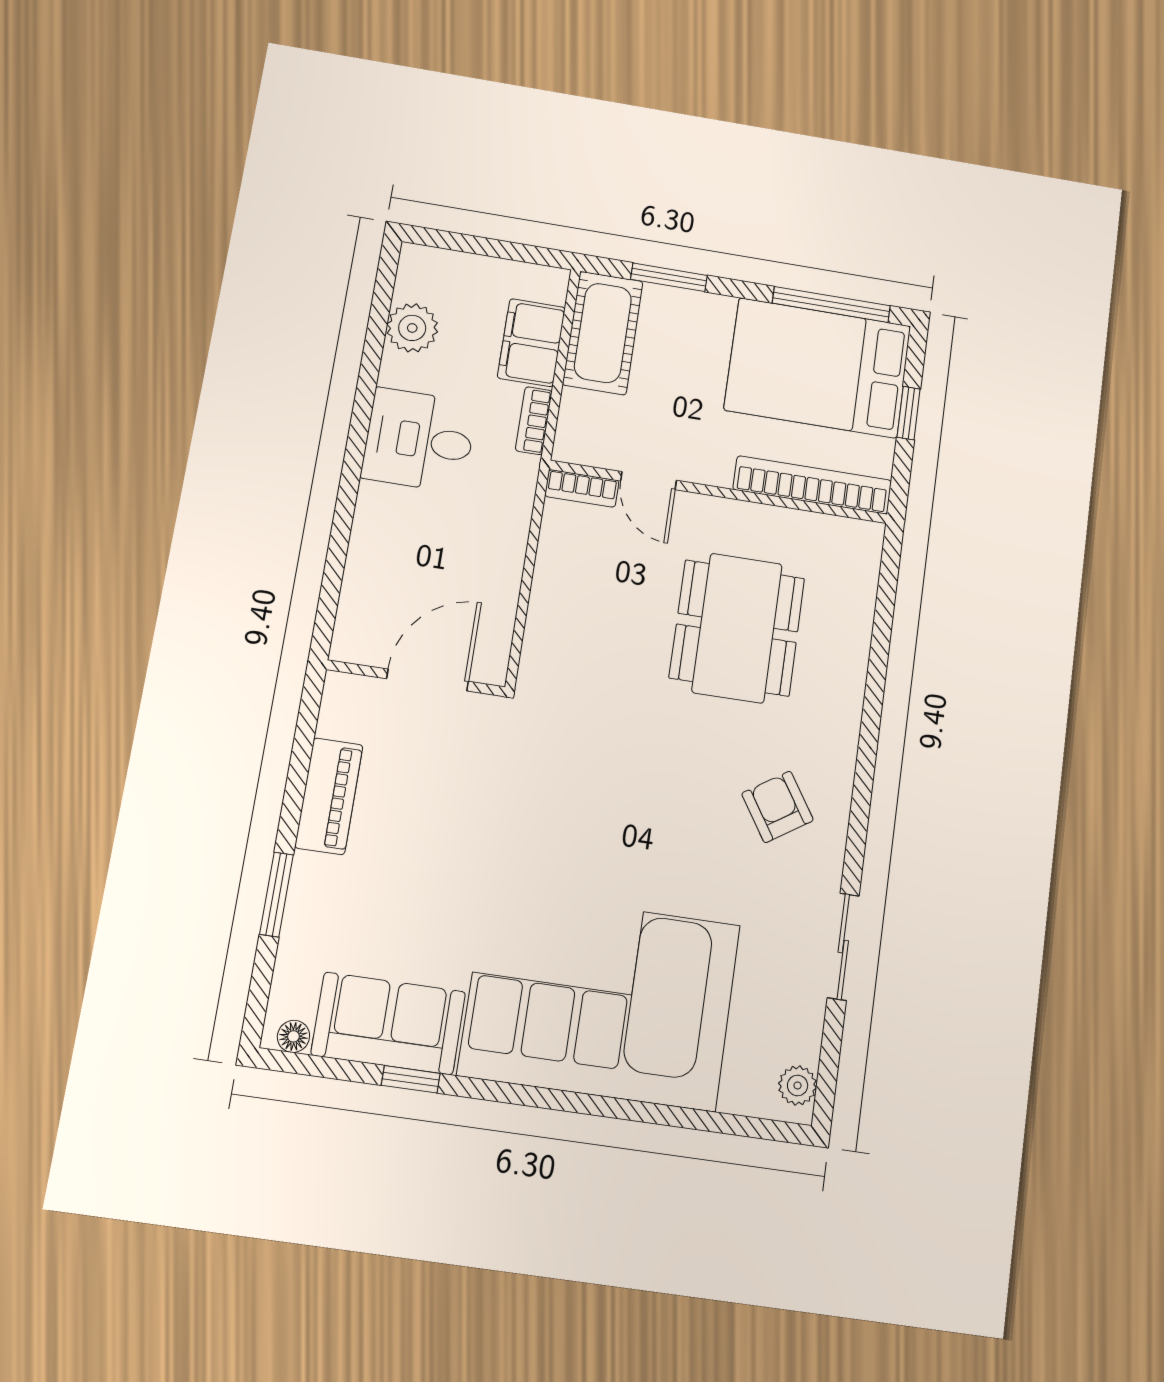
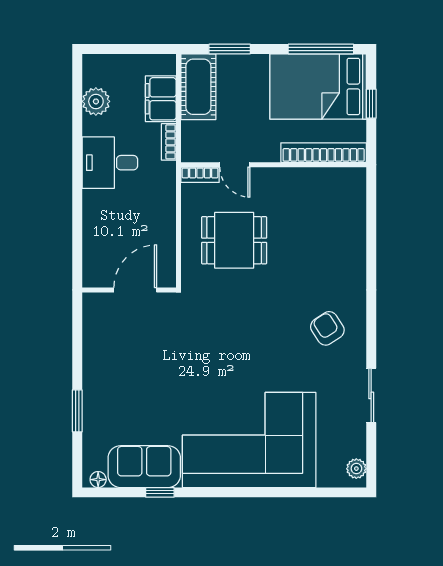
dining table: (737, 628) -> (234, 240), moved, width x0.73
piano: (329, 796) -> (95, 357), removed

